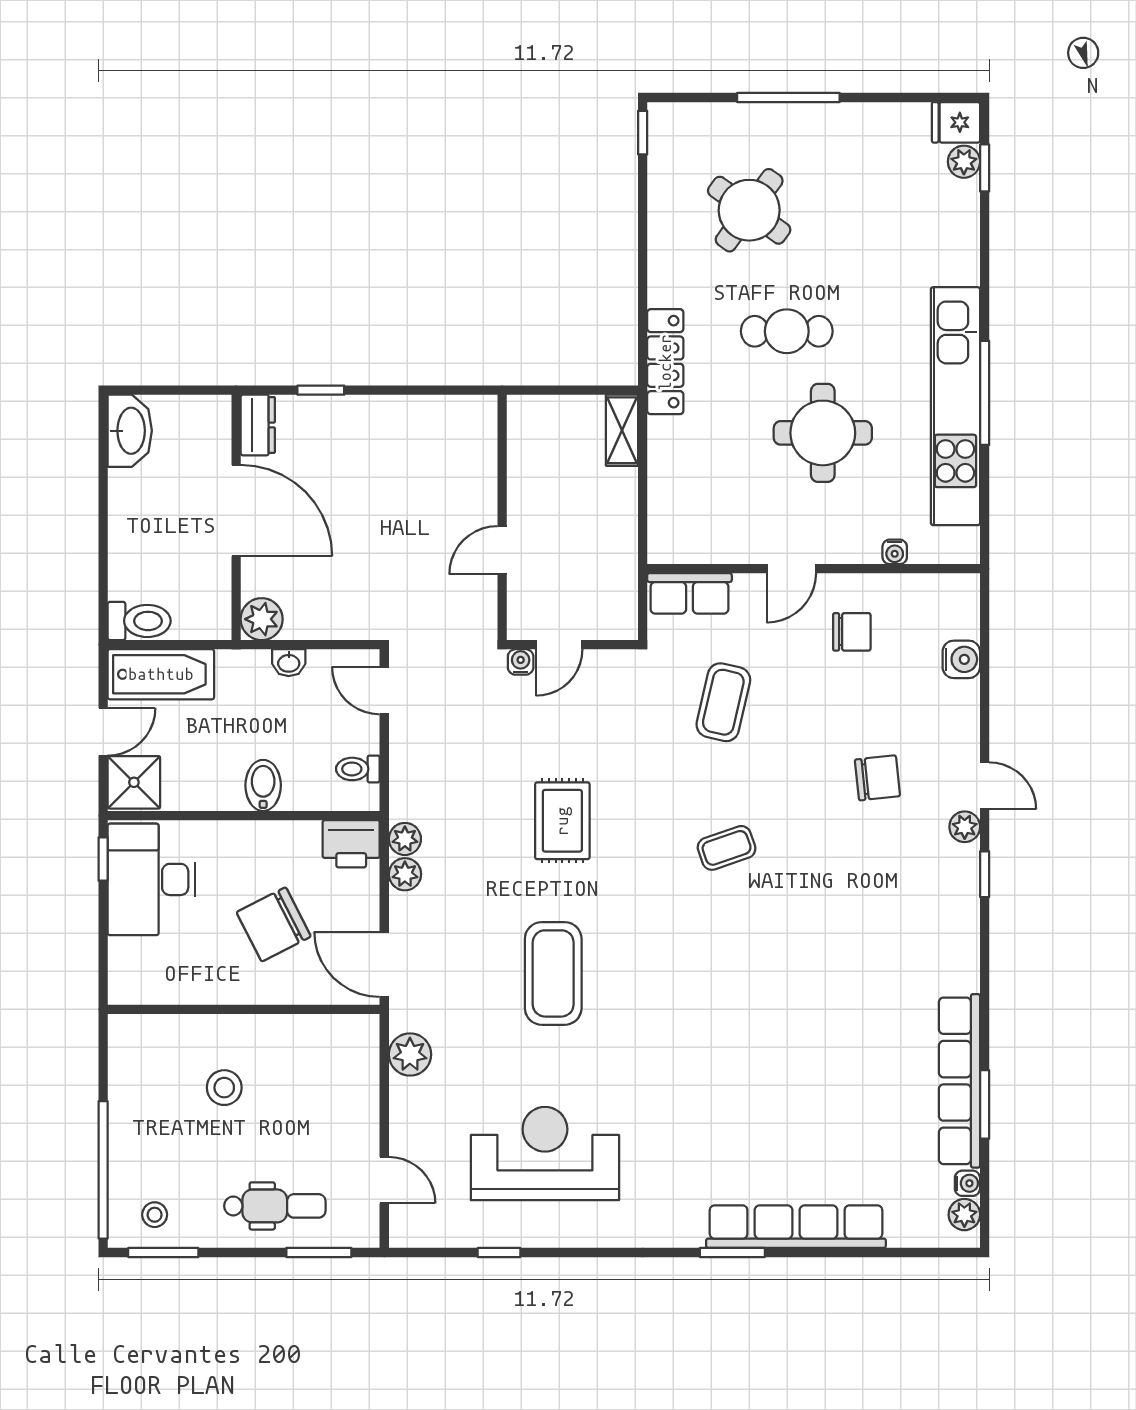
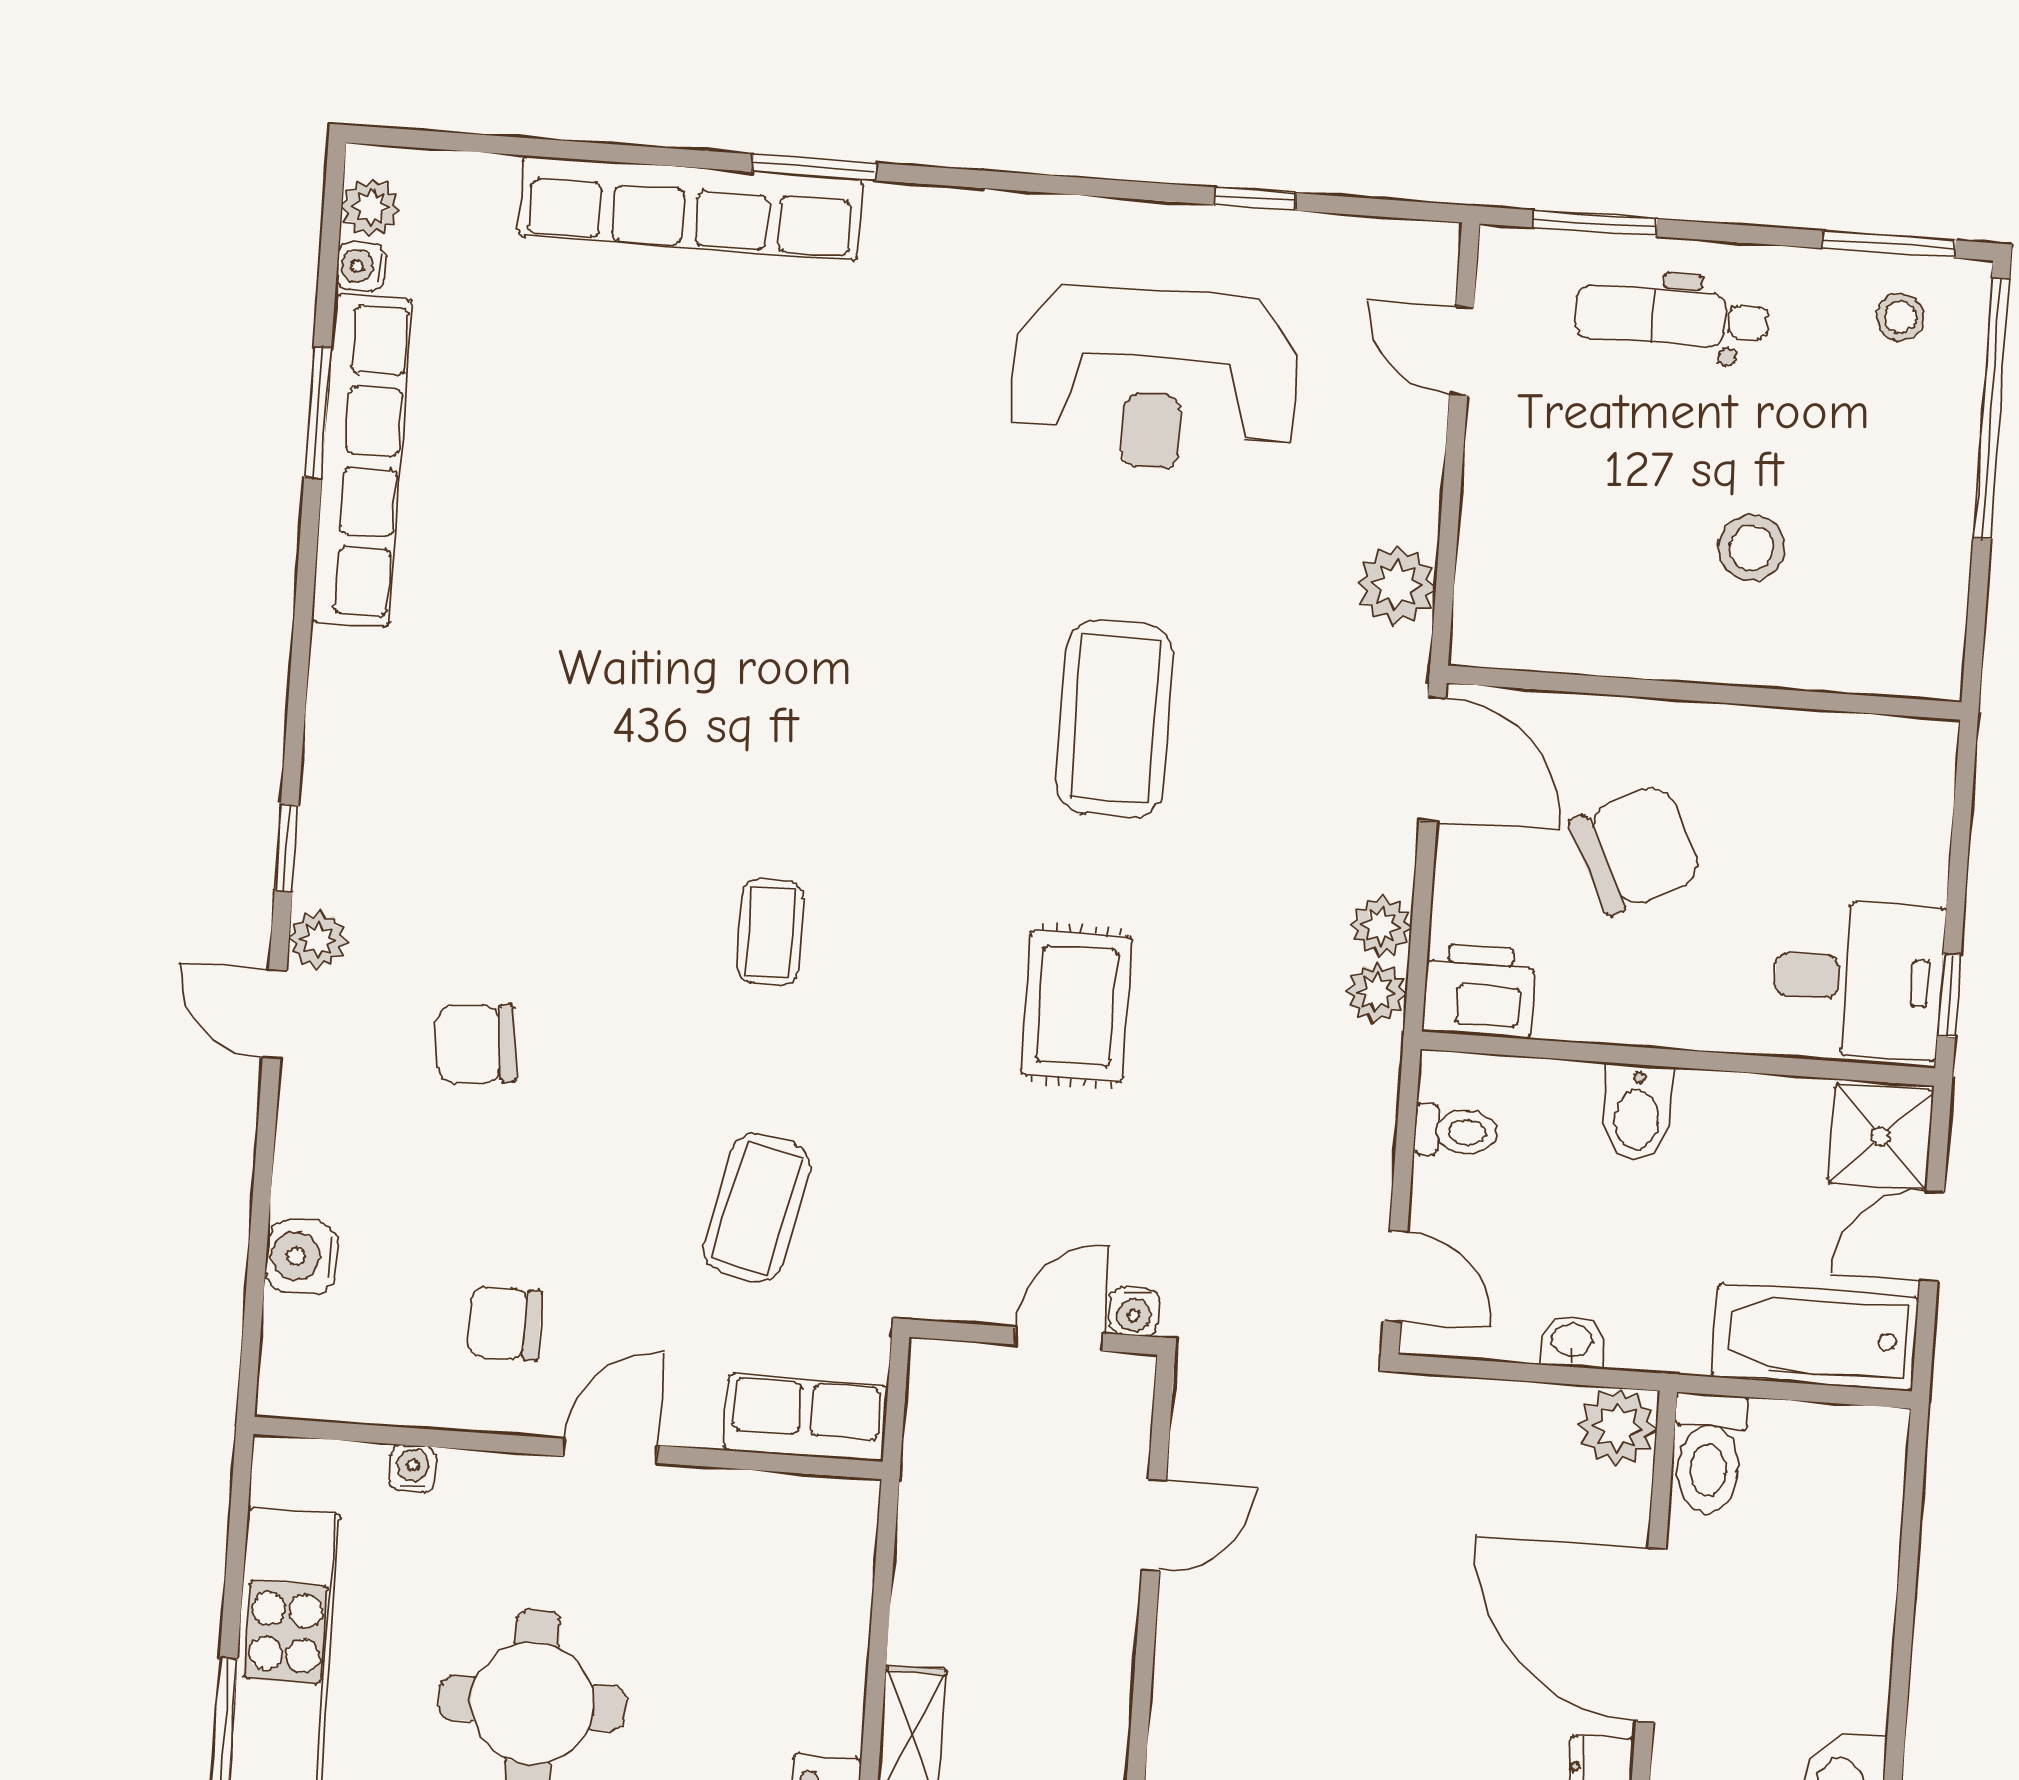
toilet: (139, 621) -> (1709, 1454), moved, turned -90
coffee table: (727, 848) -> (770, 932), turned -71
desk: (152, 879) -> (1859, 979), width x0.73

